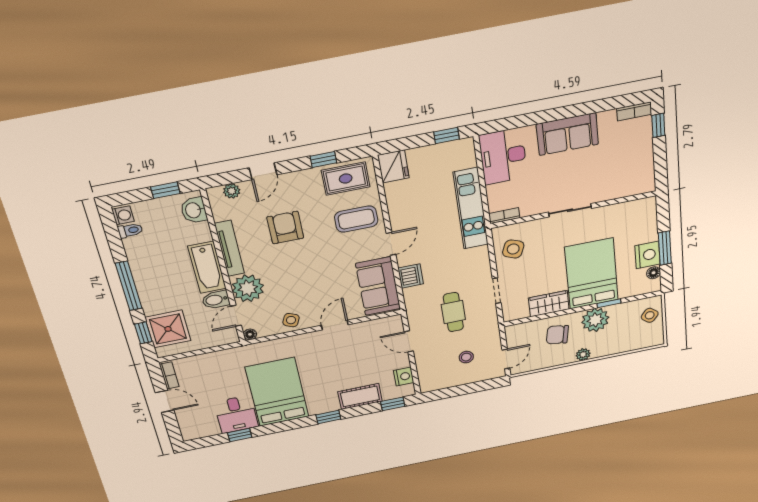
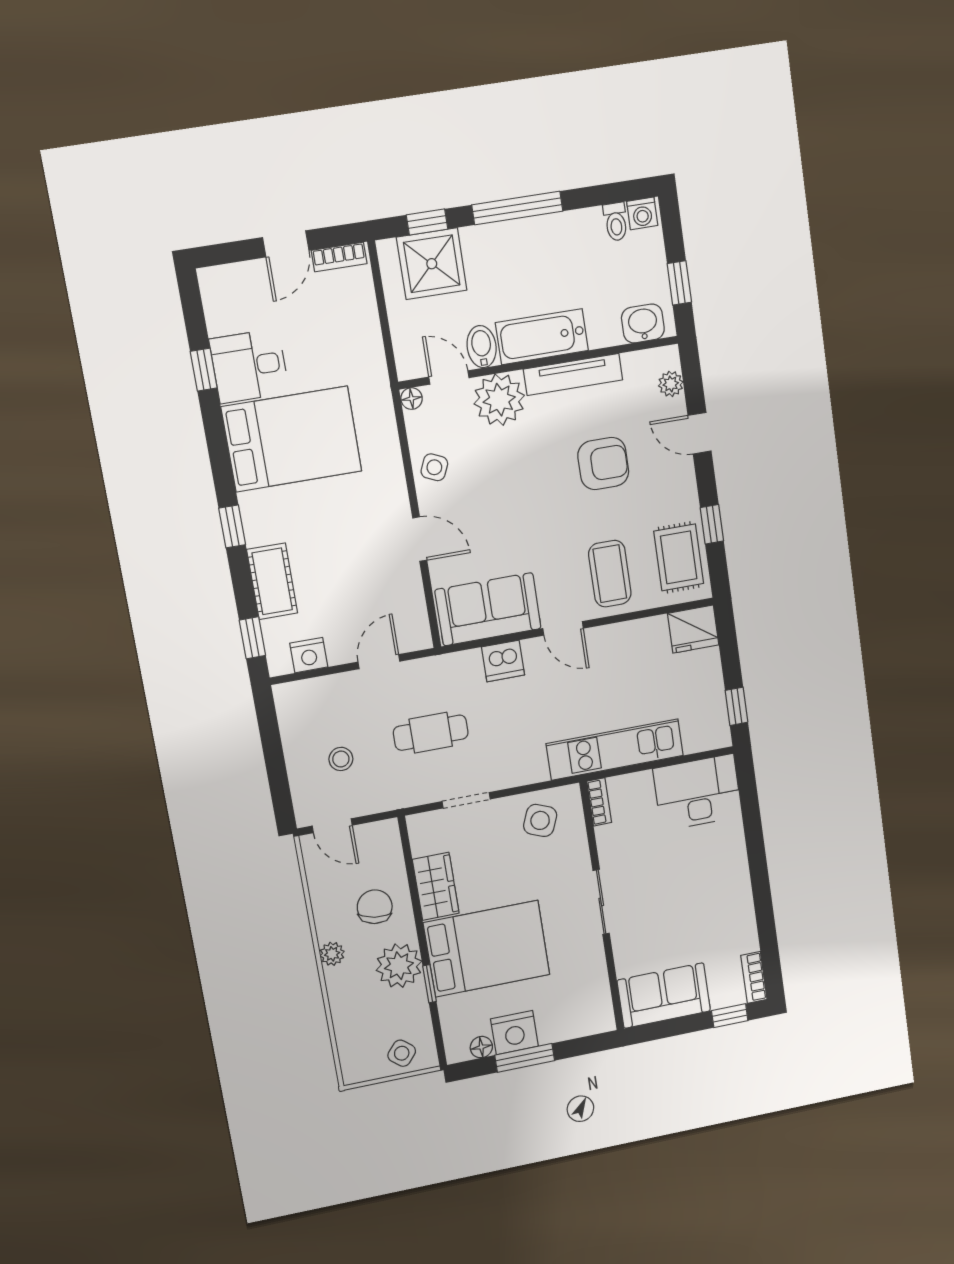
sofa: (567, 134) -> (664, 996), moved, turned 90

